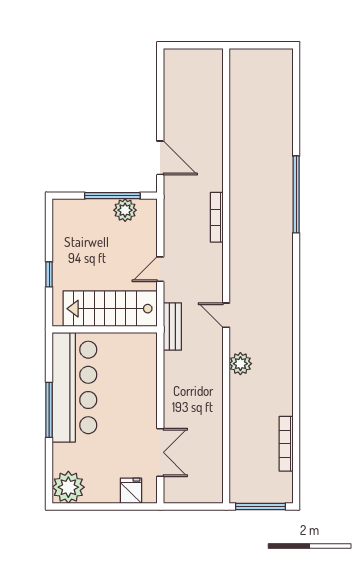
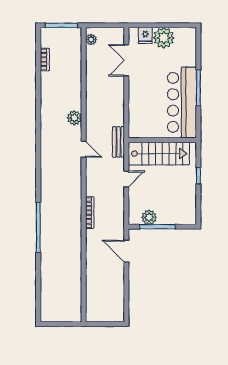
bookcase: (286, 444) -> (45, 60), width x0.64
plant: (215, 484) -> (91, 40), added
plant: (68, 487) -> (164, 38), moved

